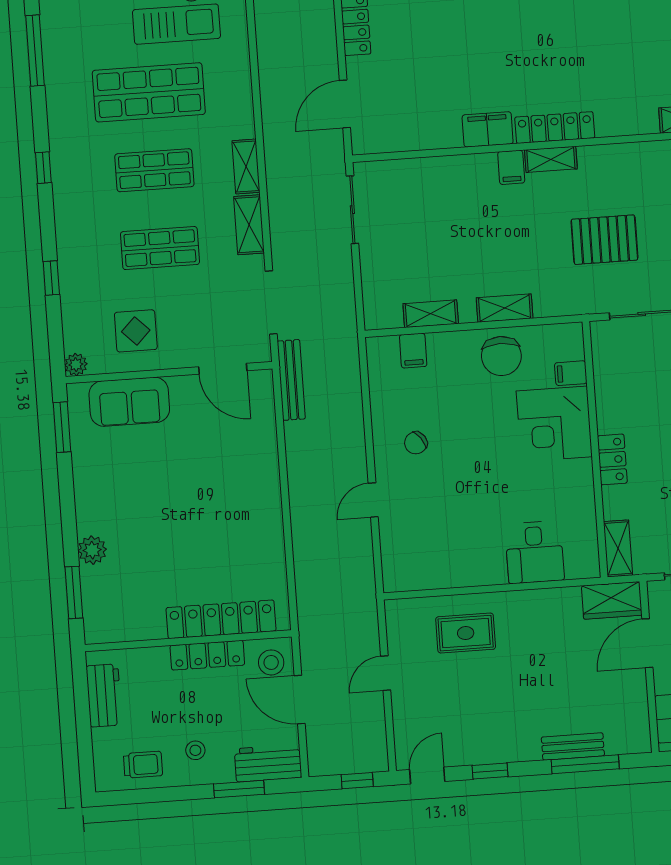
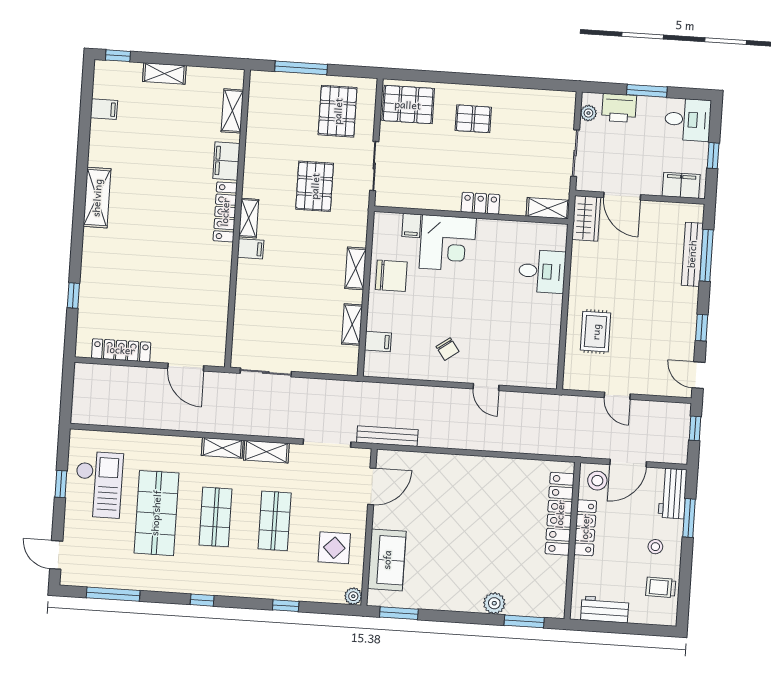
filing cabinet: (488, 129) -> (226, 161), moved
bench: (573, 746) -> (692, 254), width x1.36
trolley: (143, 765) -> (661, 587), turned -89

